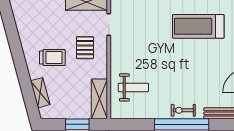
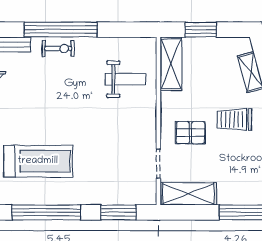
pallet: (85, 48) -> (190, 133), turned 90
weight bench: (133, 87) -> (125, 79), turned 180

